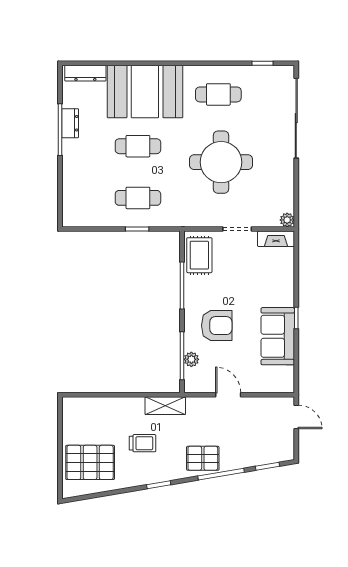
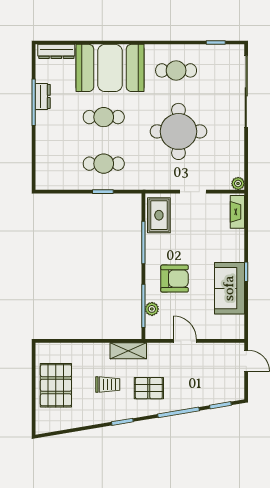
fireplace: (276, 239) -> (237, 212), moved, turned 90
pallet: (203, 458) -> (149, 388), moved
pallet: (90, 462) -> (56, 385), moved, turned 90

